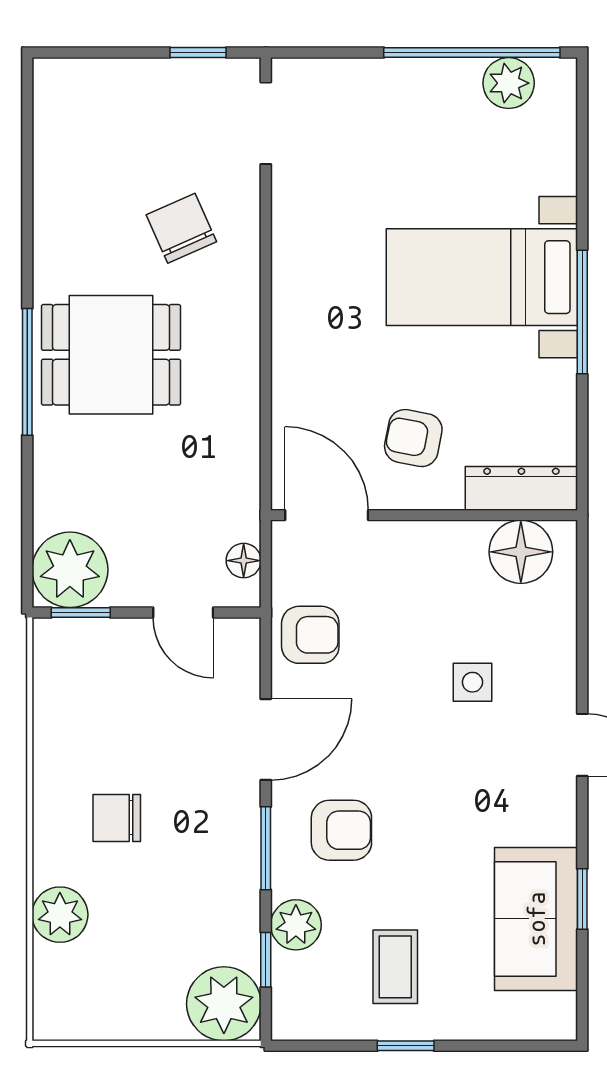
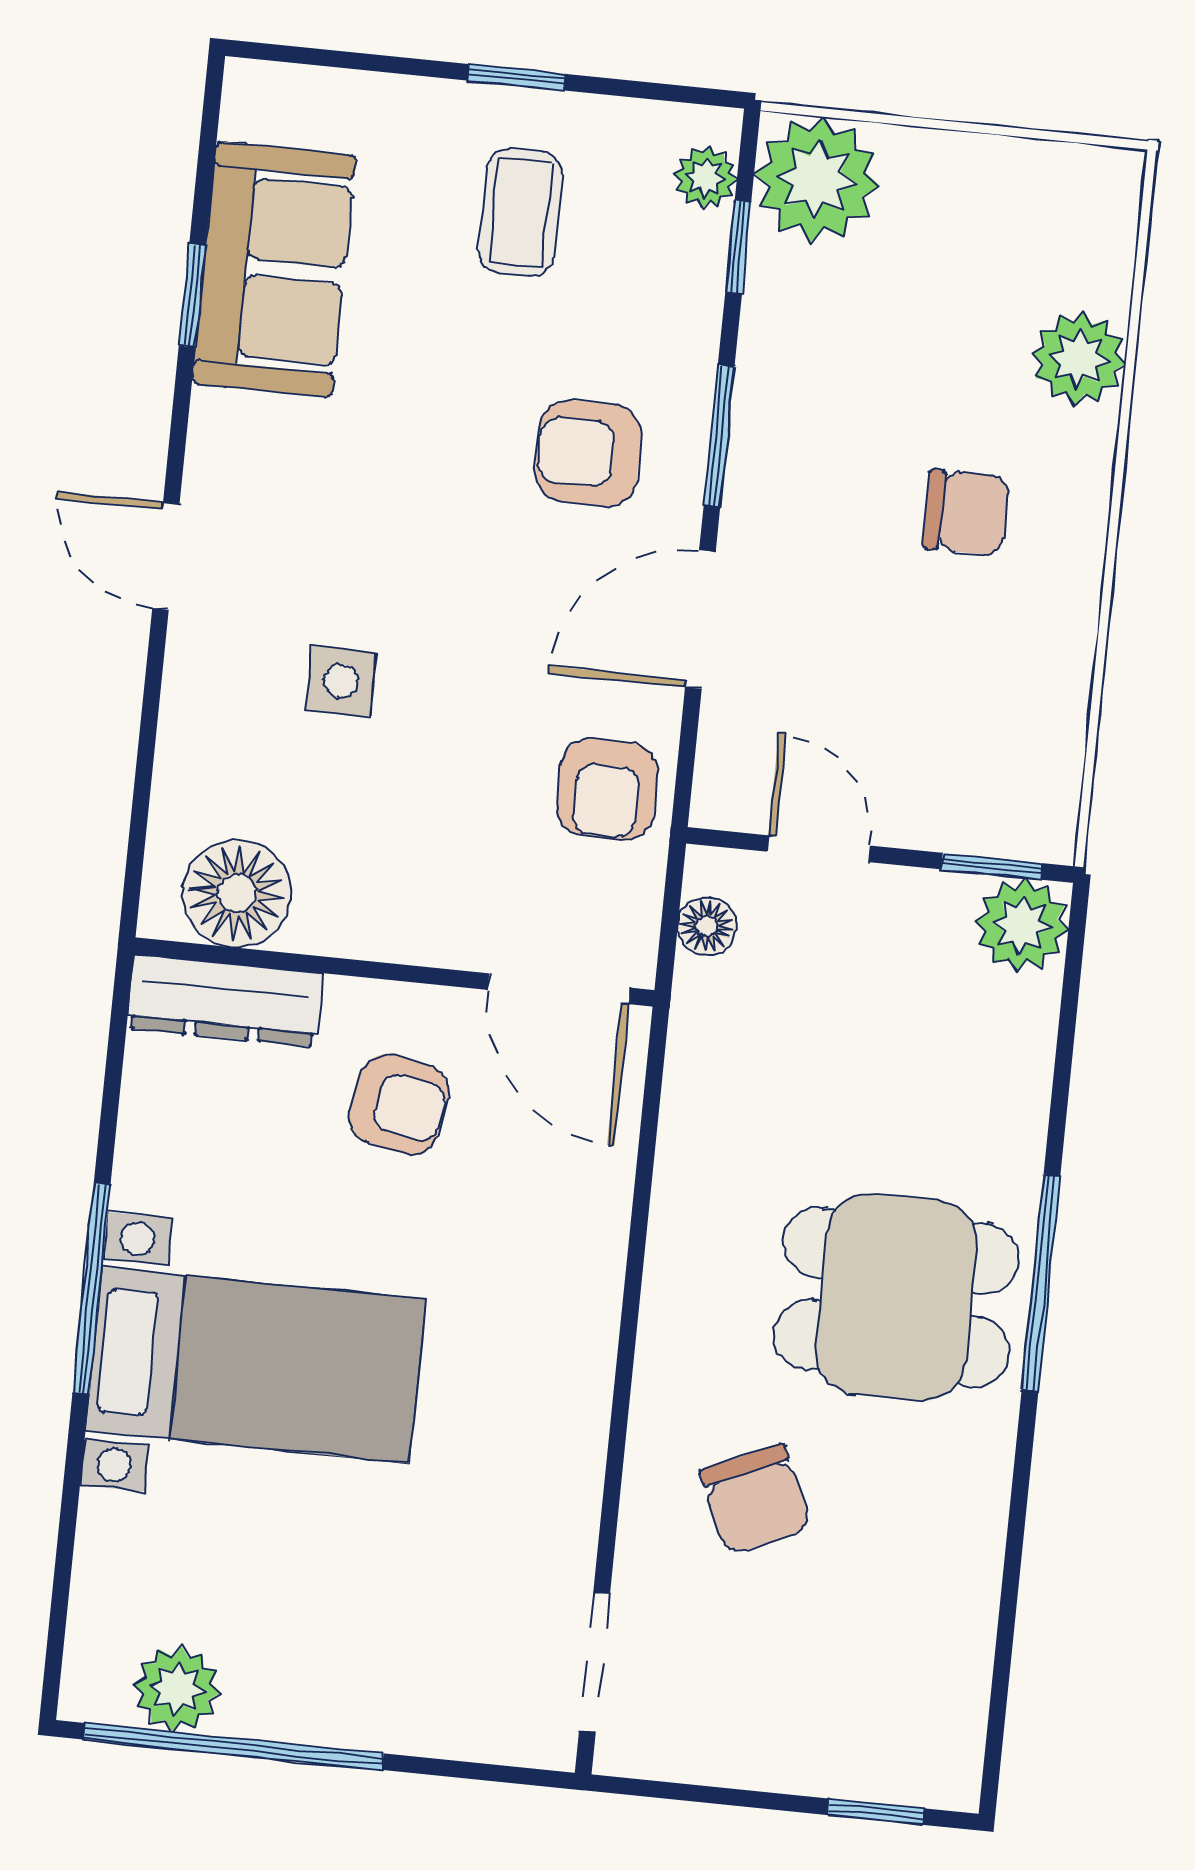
window: (198, 53) -> (876, 1812), moved
plant: (70, 570) -> (1021, 925), width x0.73, depth x0.73
armchair: (310, 635) -> (607, 789), turned -90
plant: (296, 925) -> (706, 177), moved, width x0.73, depth x0.73

